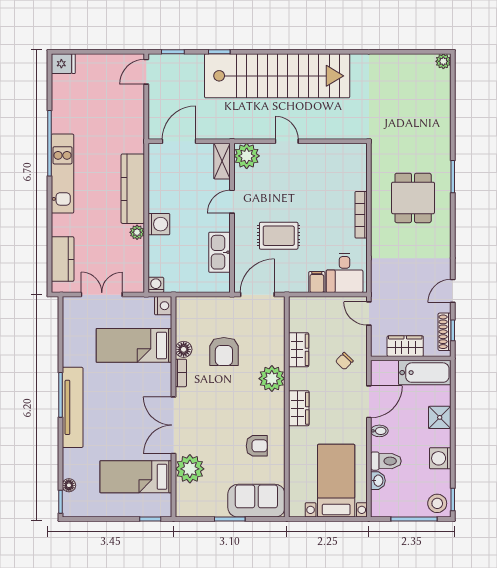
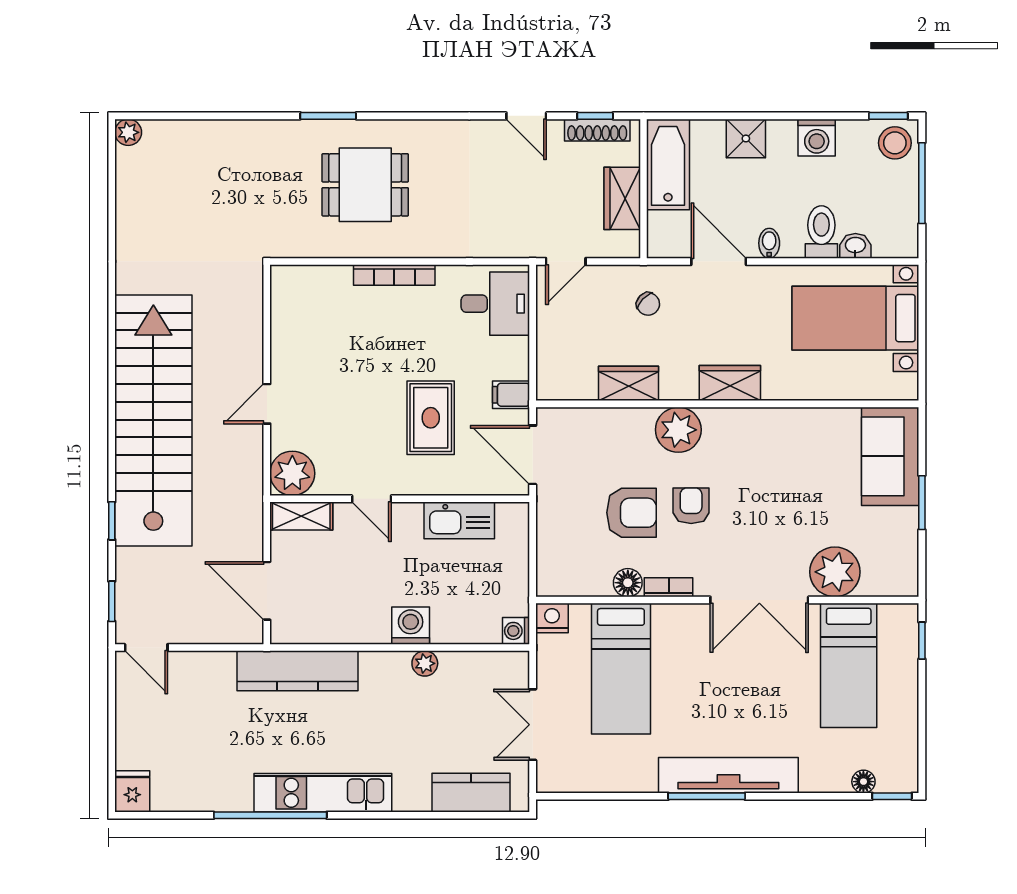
kitchen counter: (133, 189) -> (297, 671), moved
filing cabinet: (317, 282) -> (511, 395), moved
armchair: (257, 446) -> (691, 506), moved

